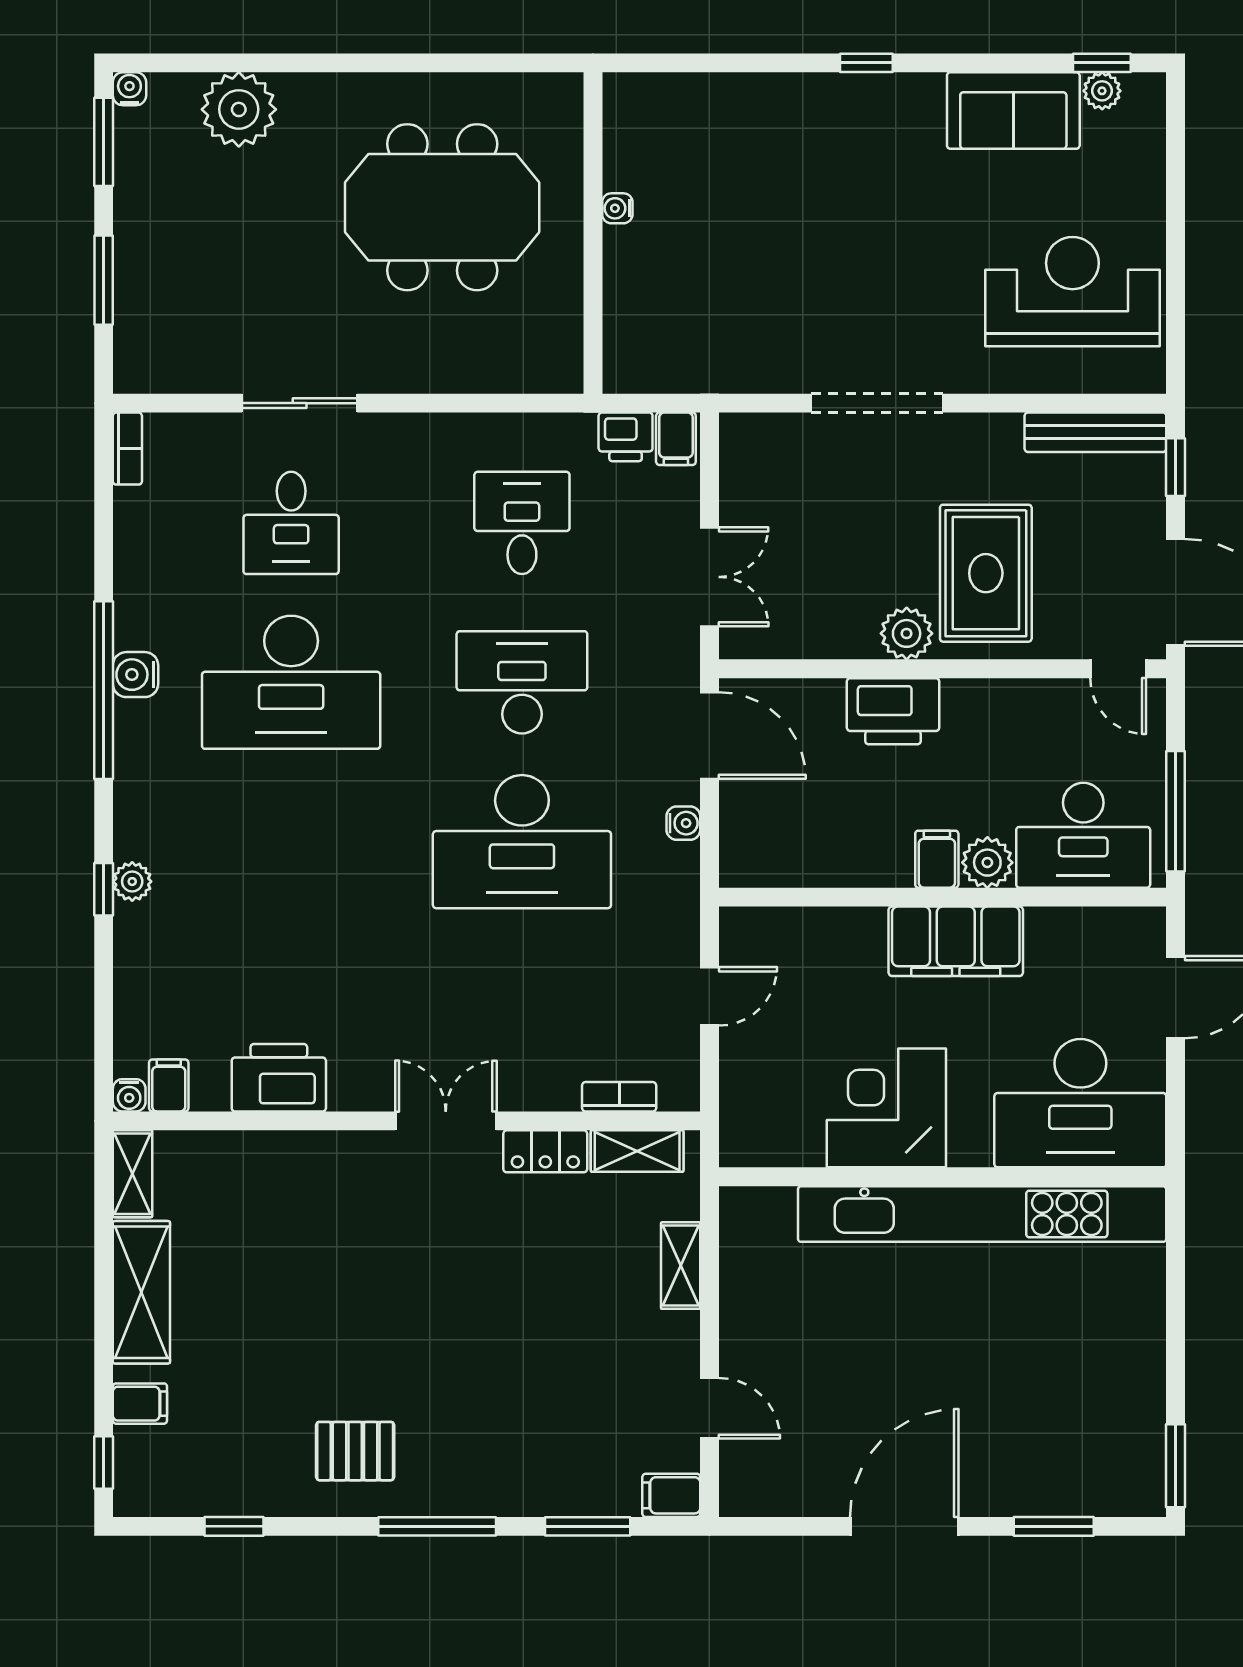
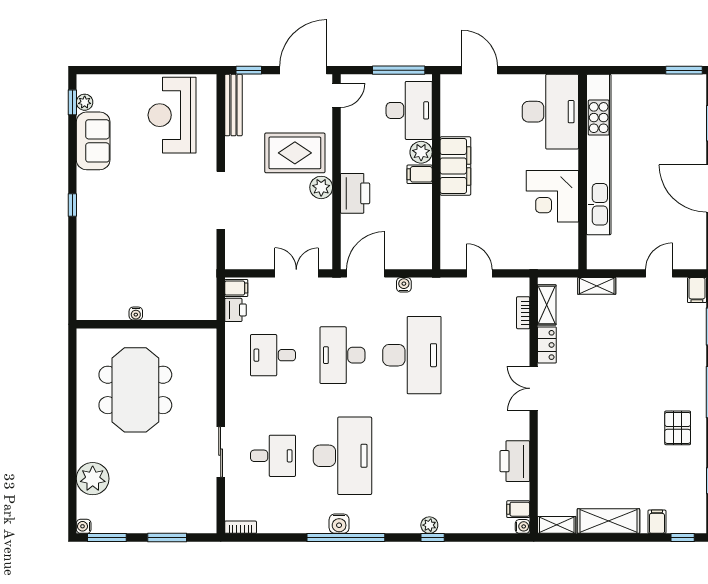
desk: (1080, 1103) -> (550, 112), moved
corner desk: (886, 1108) -> (552, 196), moved
wall: (943, 1177) -> (582, 172), moved
kitchen unit: (982, 1214) -> (599, 155), moved

